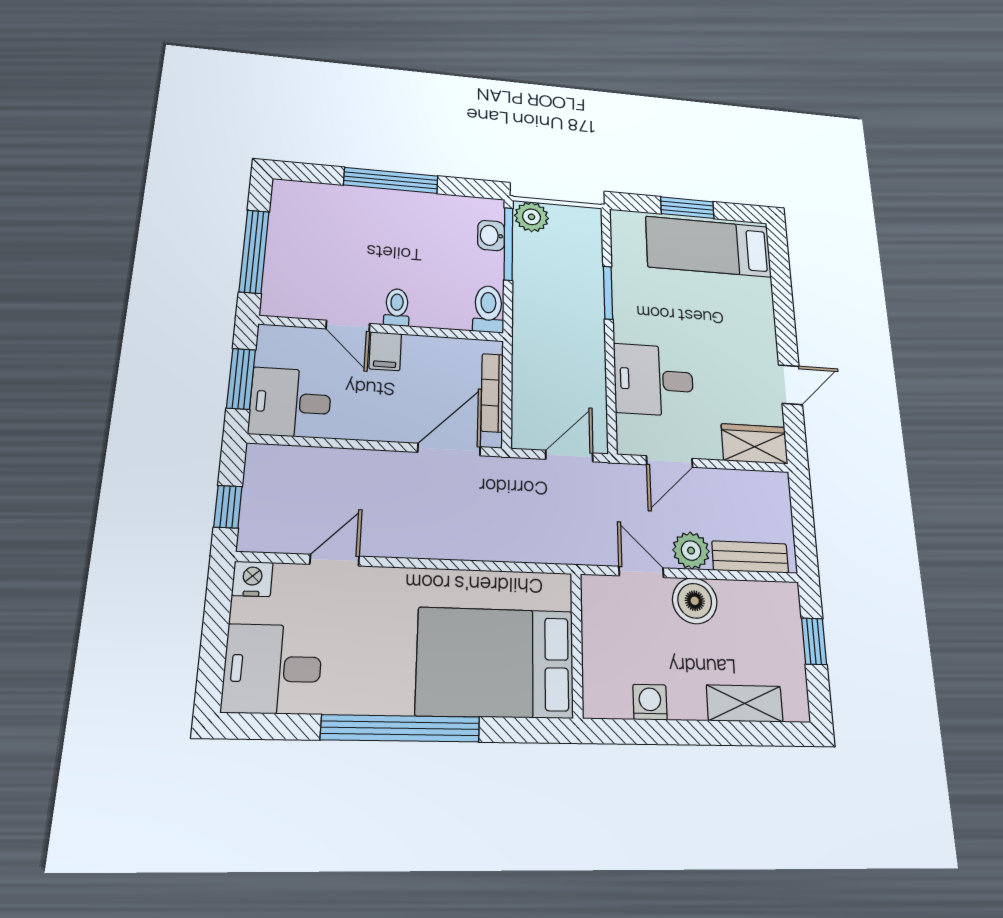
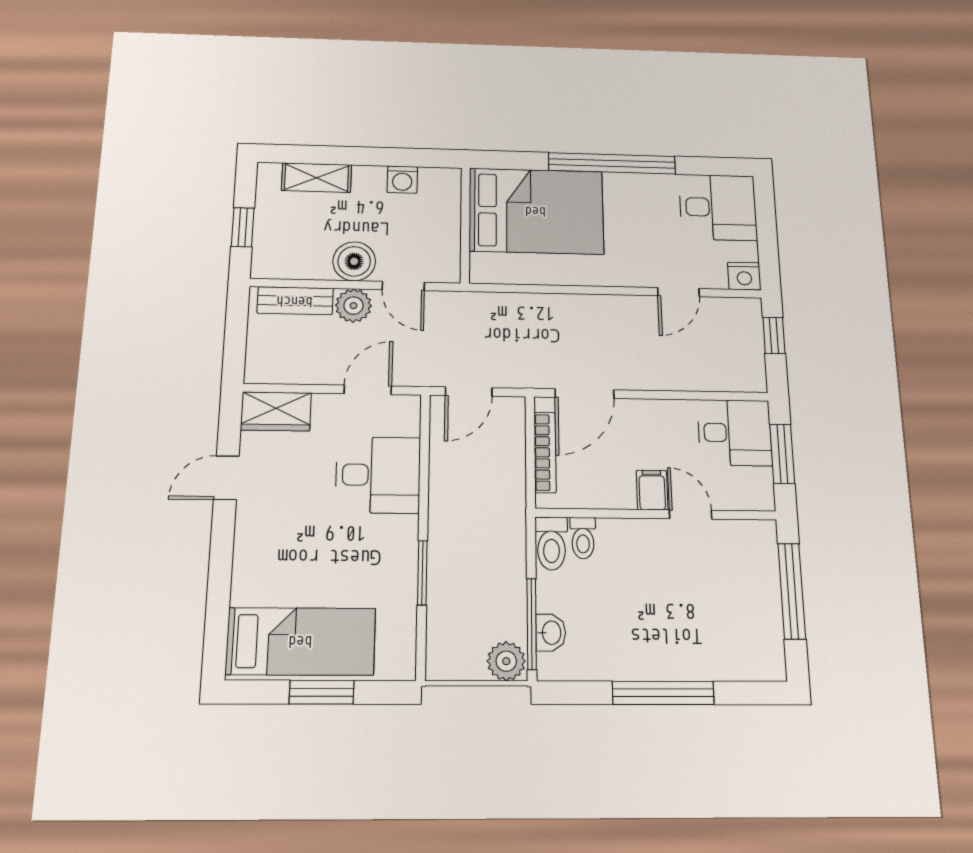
toilet: (397, 307) -> (583, 538), moved

